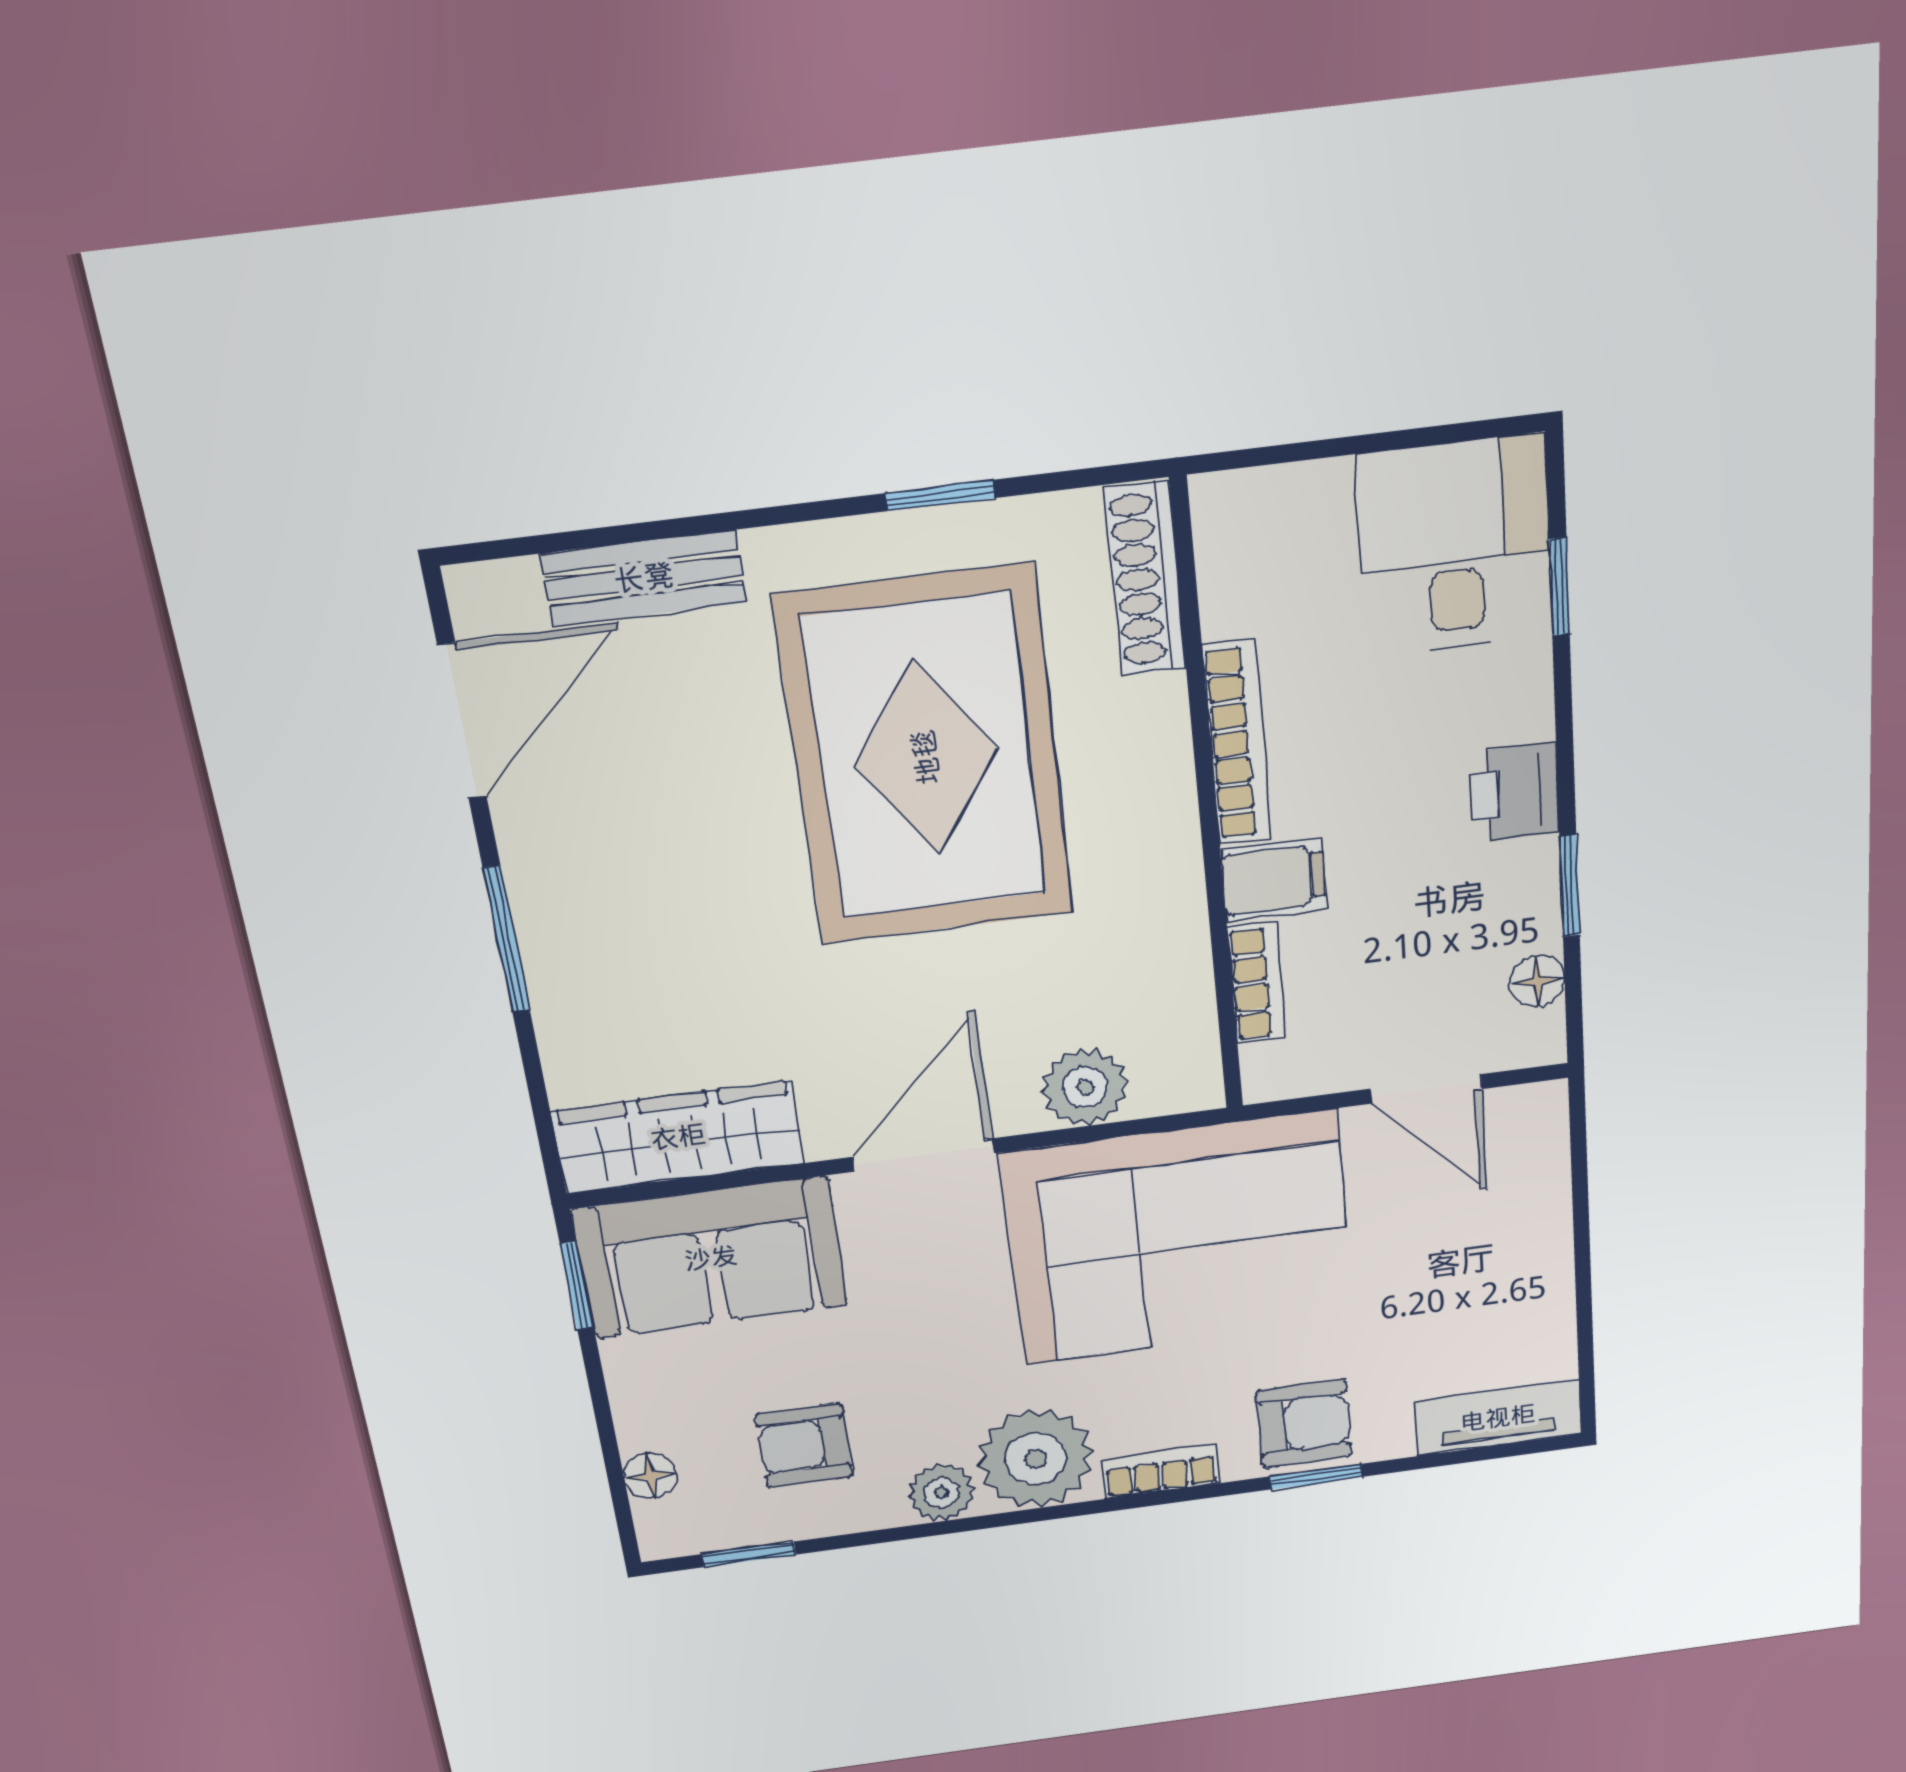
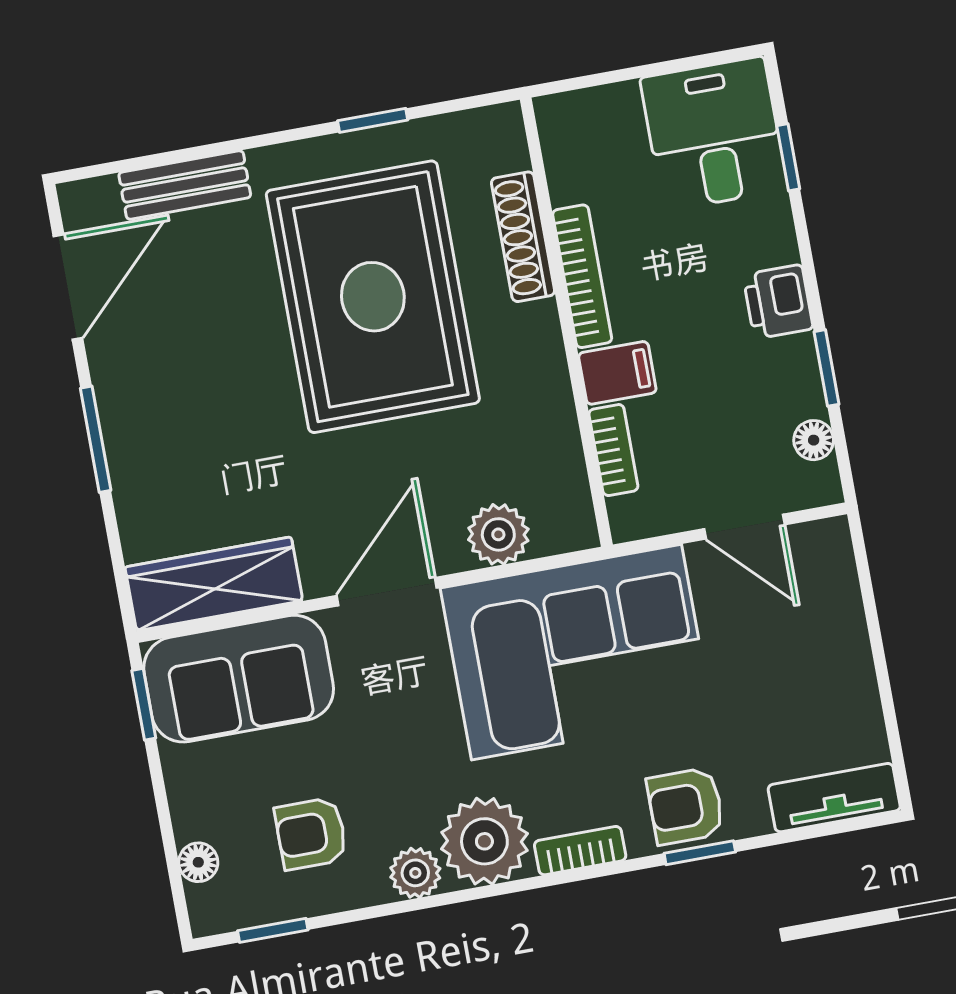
shoe rack: (1145, 579) -> (523, 237), moved
armchair: (1304, 1423) -> (686, 806), turned 180

